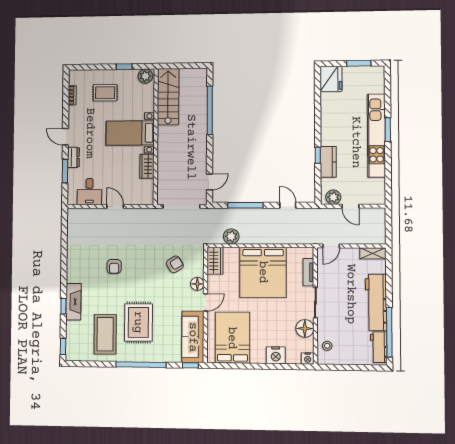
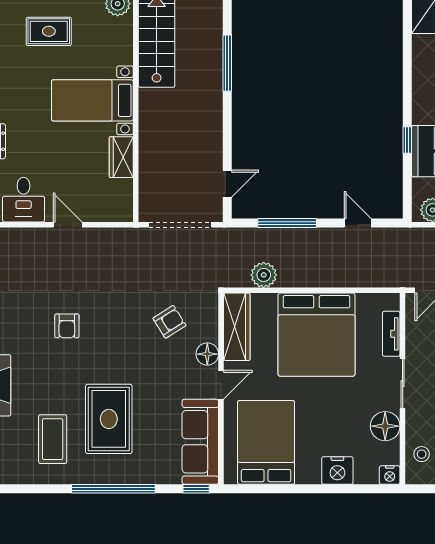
window: (210, 110) -> (227, 63), width x0.68
wardrobe: (215, 261) -> (237, 327), width x1.50
coffee table: (105, 334) -> (53, 439), width x0.73, depth x0.76

